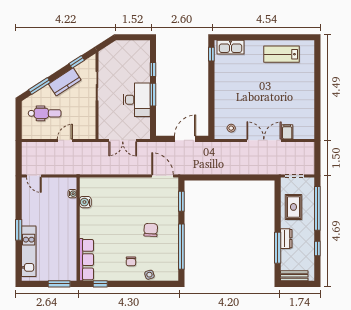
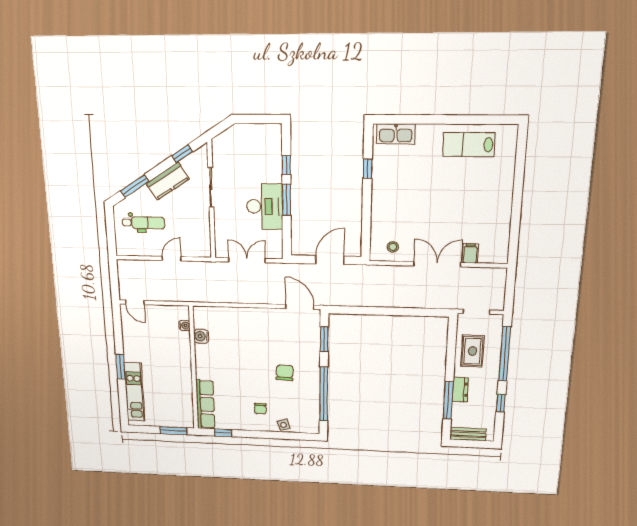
window: (211, 54) -> (368, 169), moved
double door: (123, 140) -> (247, 260), swing flipped

